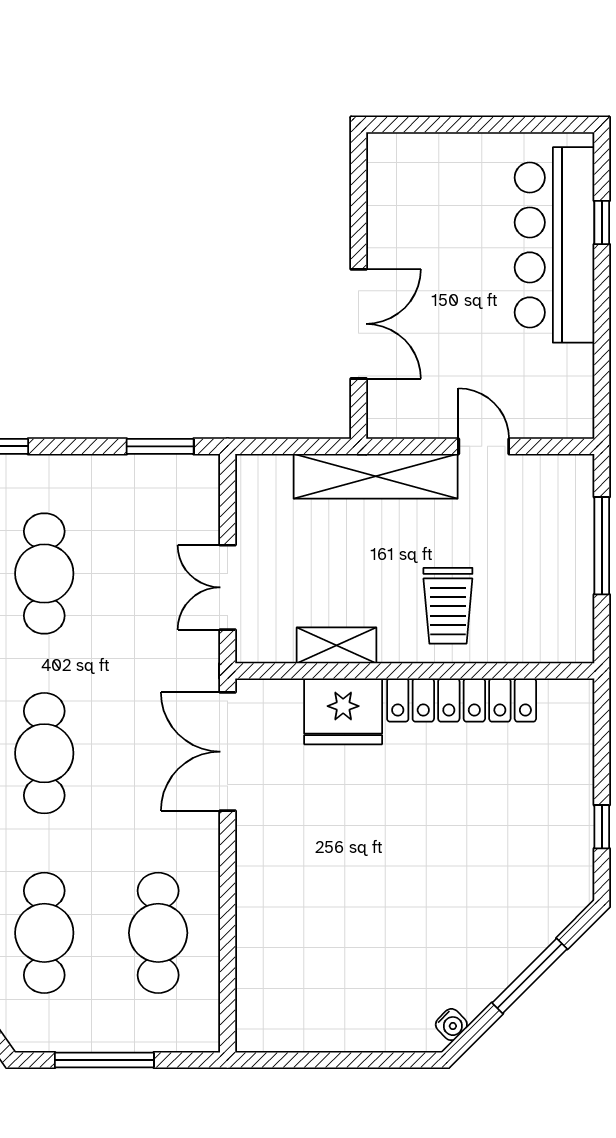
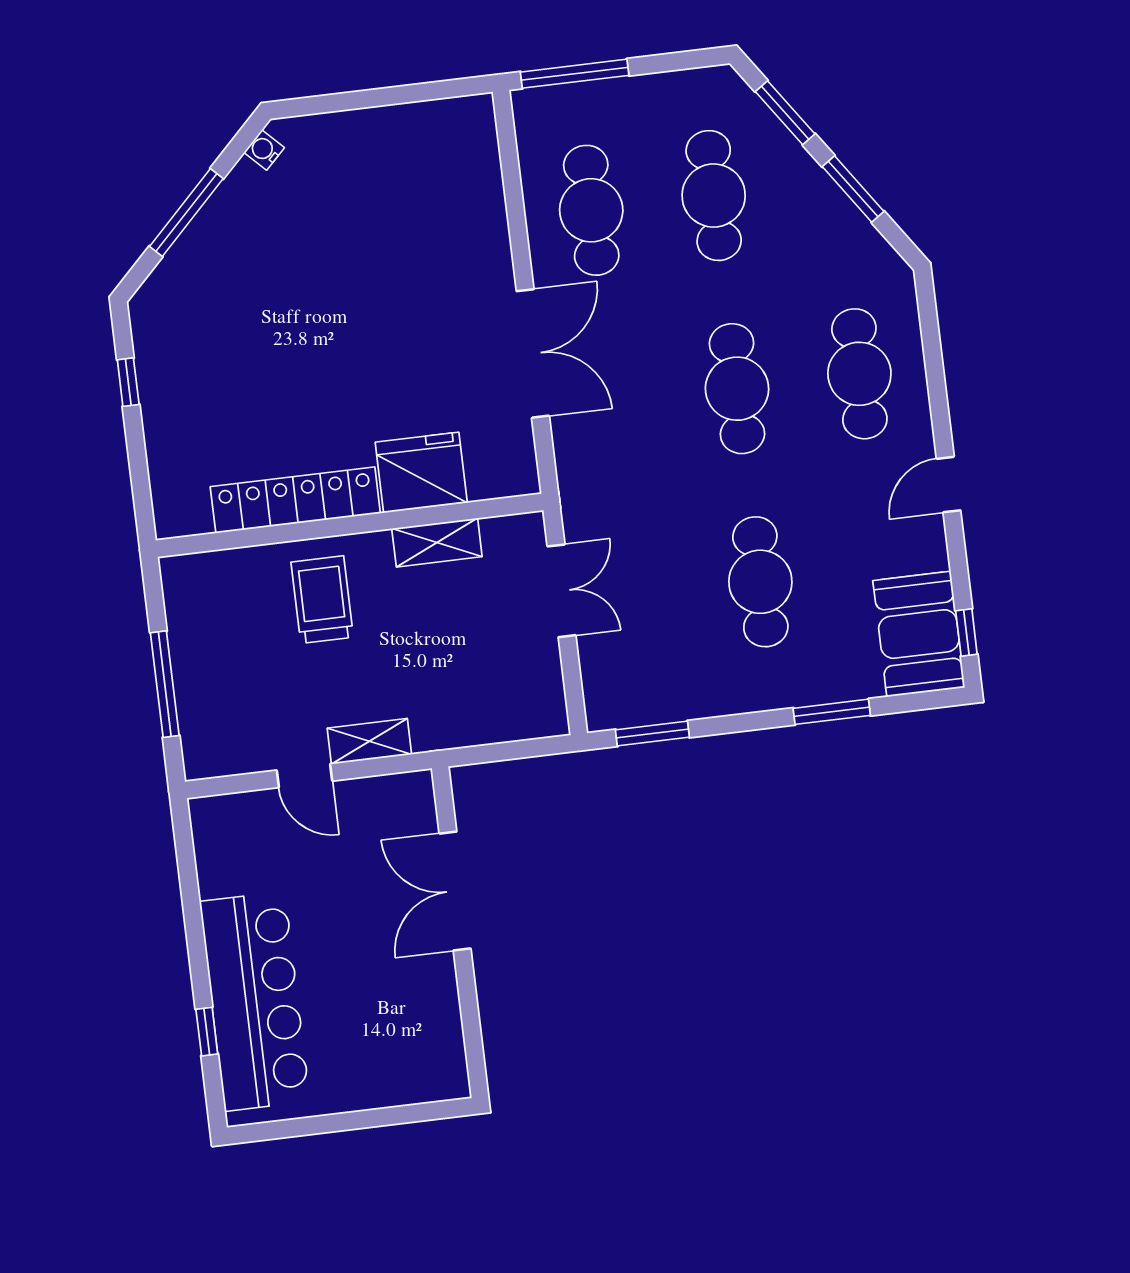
shelving: (376, 476) -> (369, 741), width x0.45, depth x0.75
double door: (228, 752) -> (533, 353), moved
window: (104, 1060) -> (575, 74), moved

